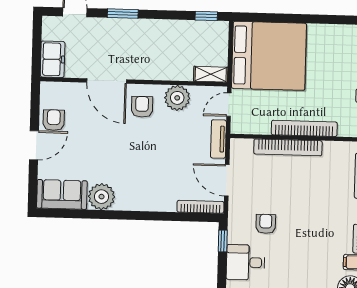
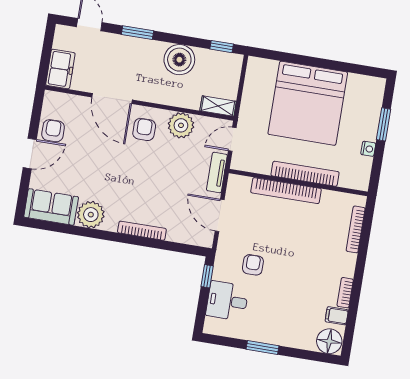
boiler: (167, 34) -> (179, 60), added
bed: (269, 56) -> (308, 103), moved, turned 90
bookcase: (200, 207) -> (142, 231), moved

